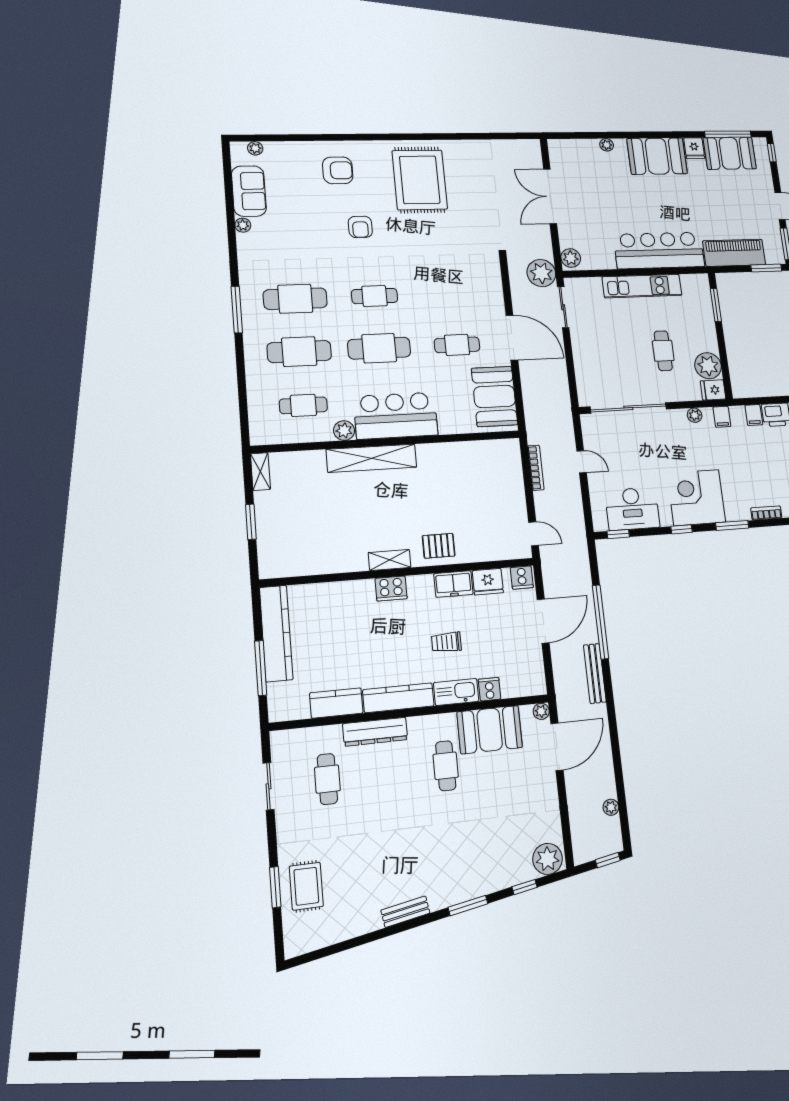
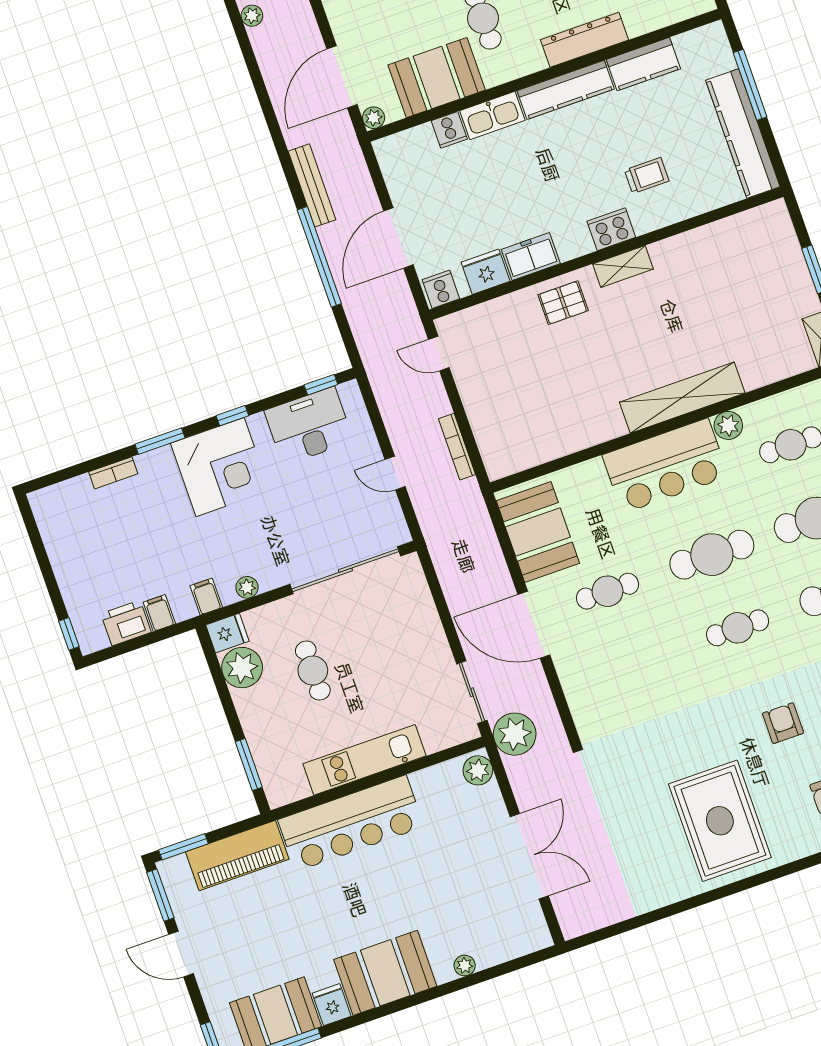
trolley: (446, 642) -> (647, 176), moved

